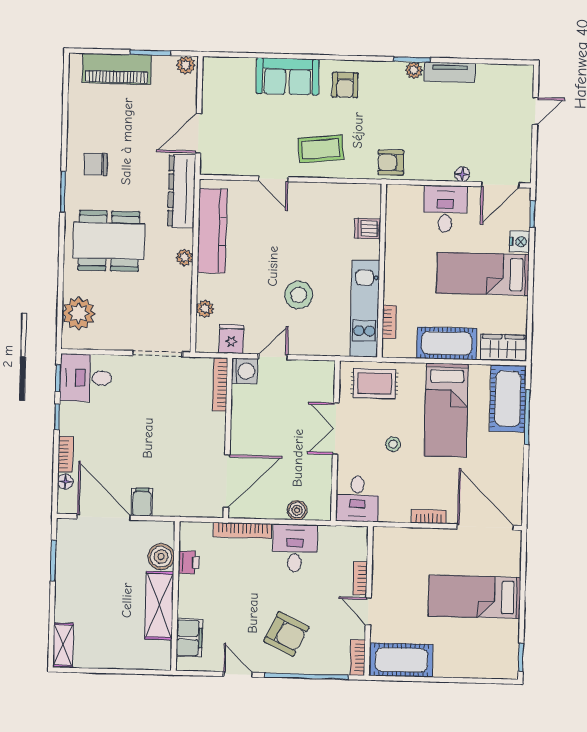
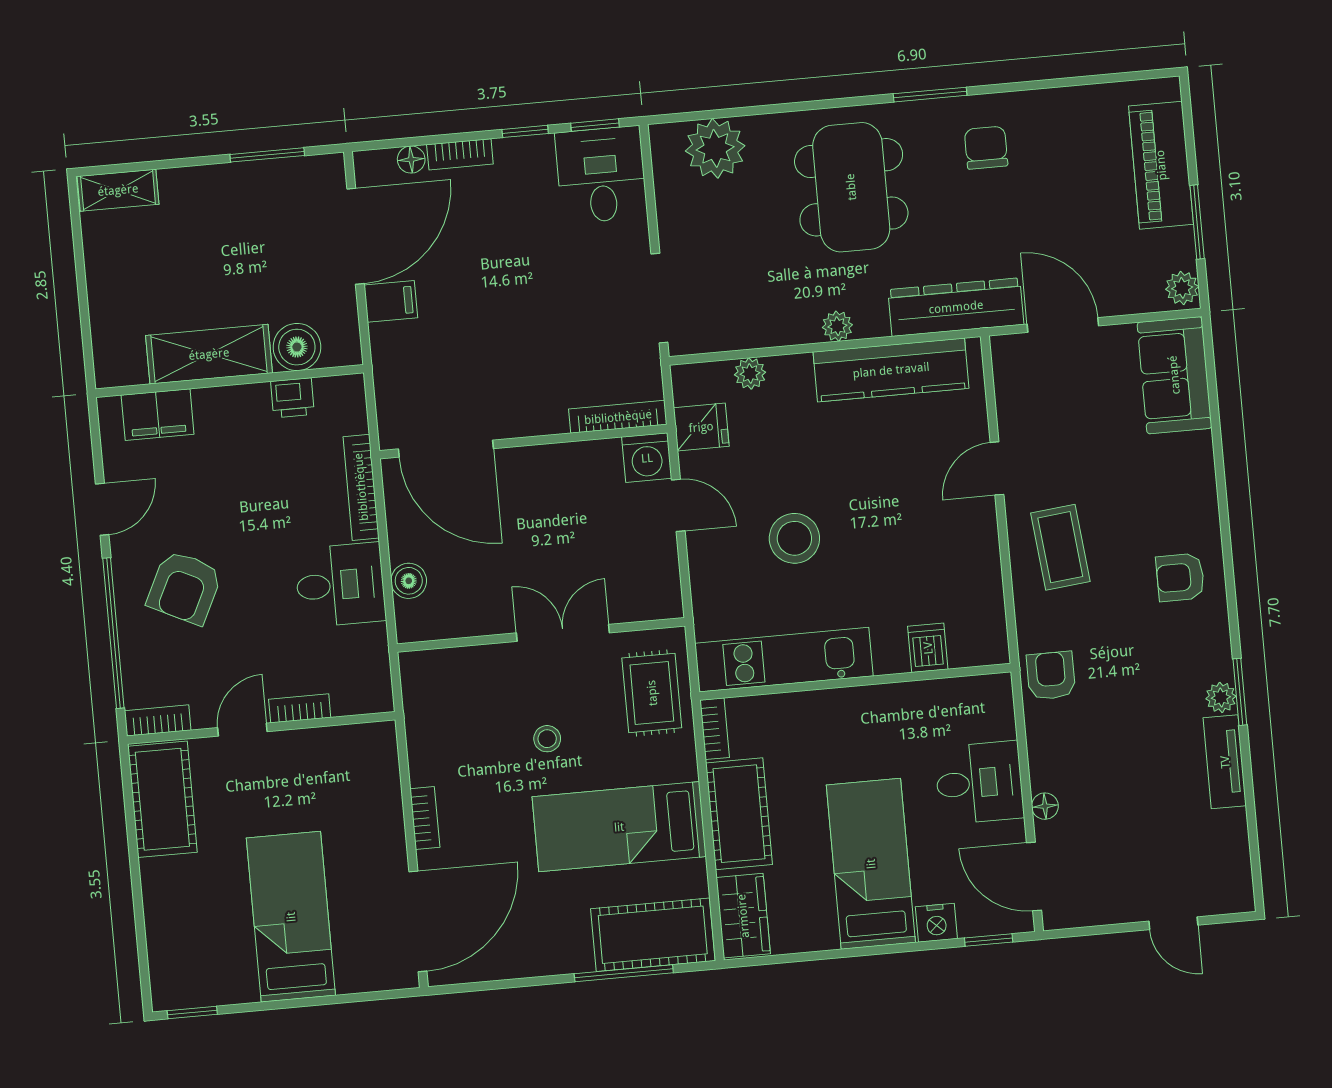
sofa: (288, 76) -> (1174, 375), moved
bookcase: (389, 322) -> (715, 729), moved, turned -90
desk: (357, 499) -> (442, 686), removed

